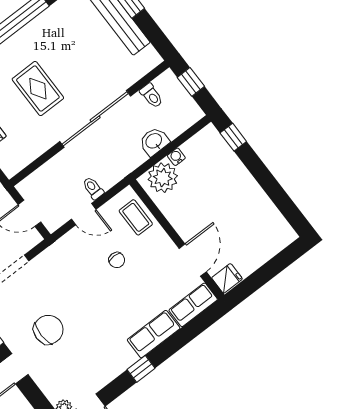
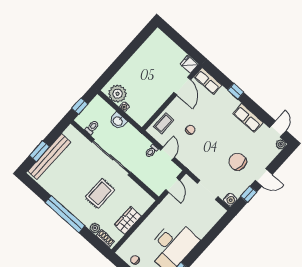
window: (233, 137) -> (107, 76), removed
plant: (163, 178) -> (118, 94), moved
door: (193, 260) -> (182, 86), swing flipped
row of seats: (154, 334) -> (248, 118), moved
window: (141, 369) -> (236, 91), moved

